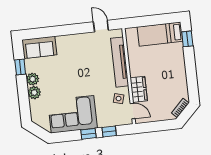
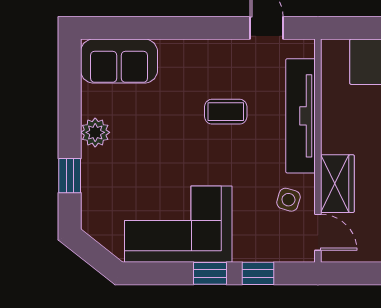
coffee table: (87, 64) -> (226, 112), added
window: (20, 67) -> (70, 176), moved
plant: (34, 93) -> (96, 164), removed

